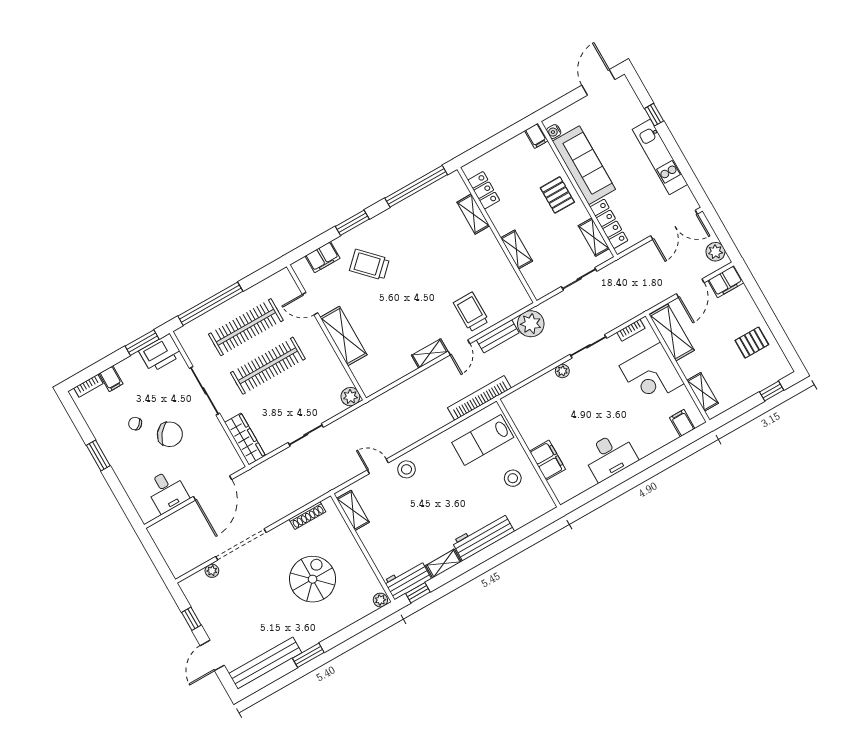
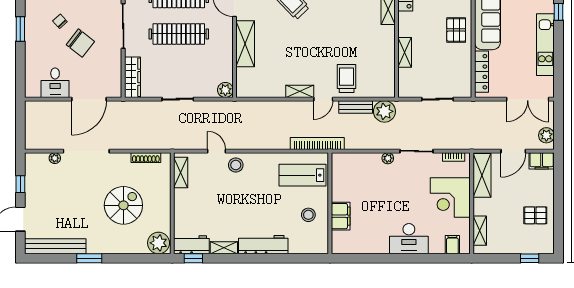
shelving: (594, 237) -> (465, 75), removed
desk: (610, 456) -> (409, 239), moved
plant: (380, 600) -> (159, 243), width x1.87, depth x1.87

